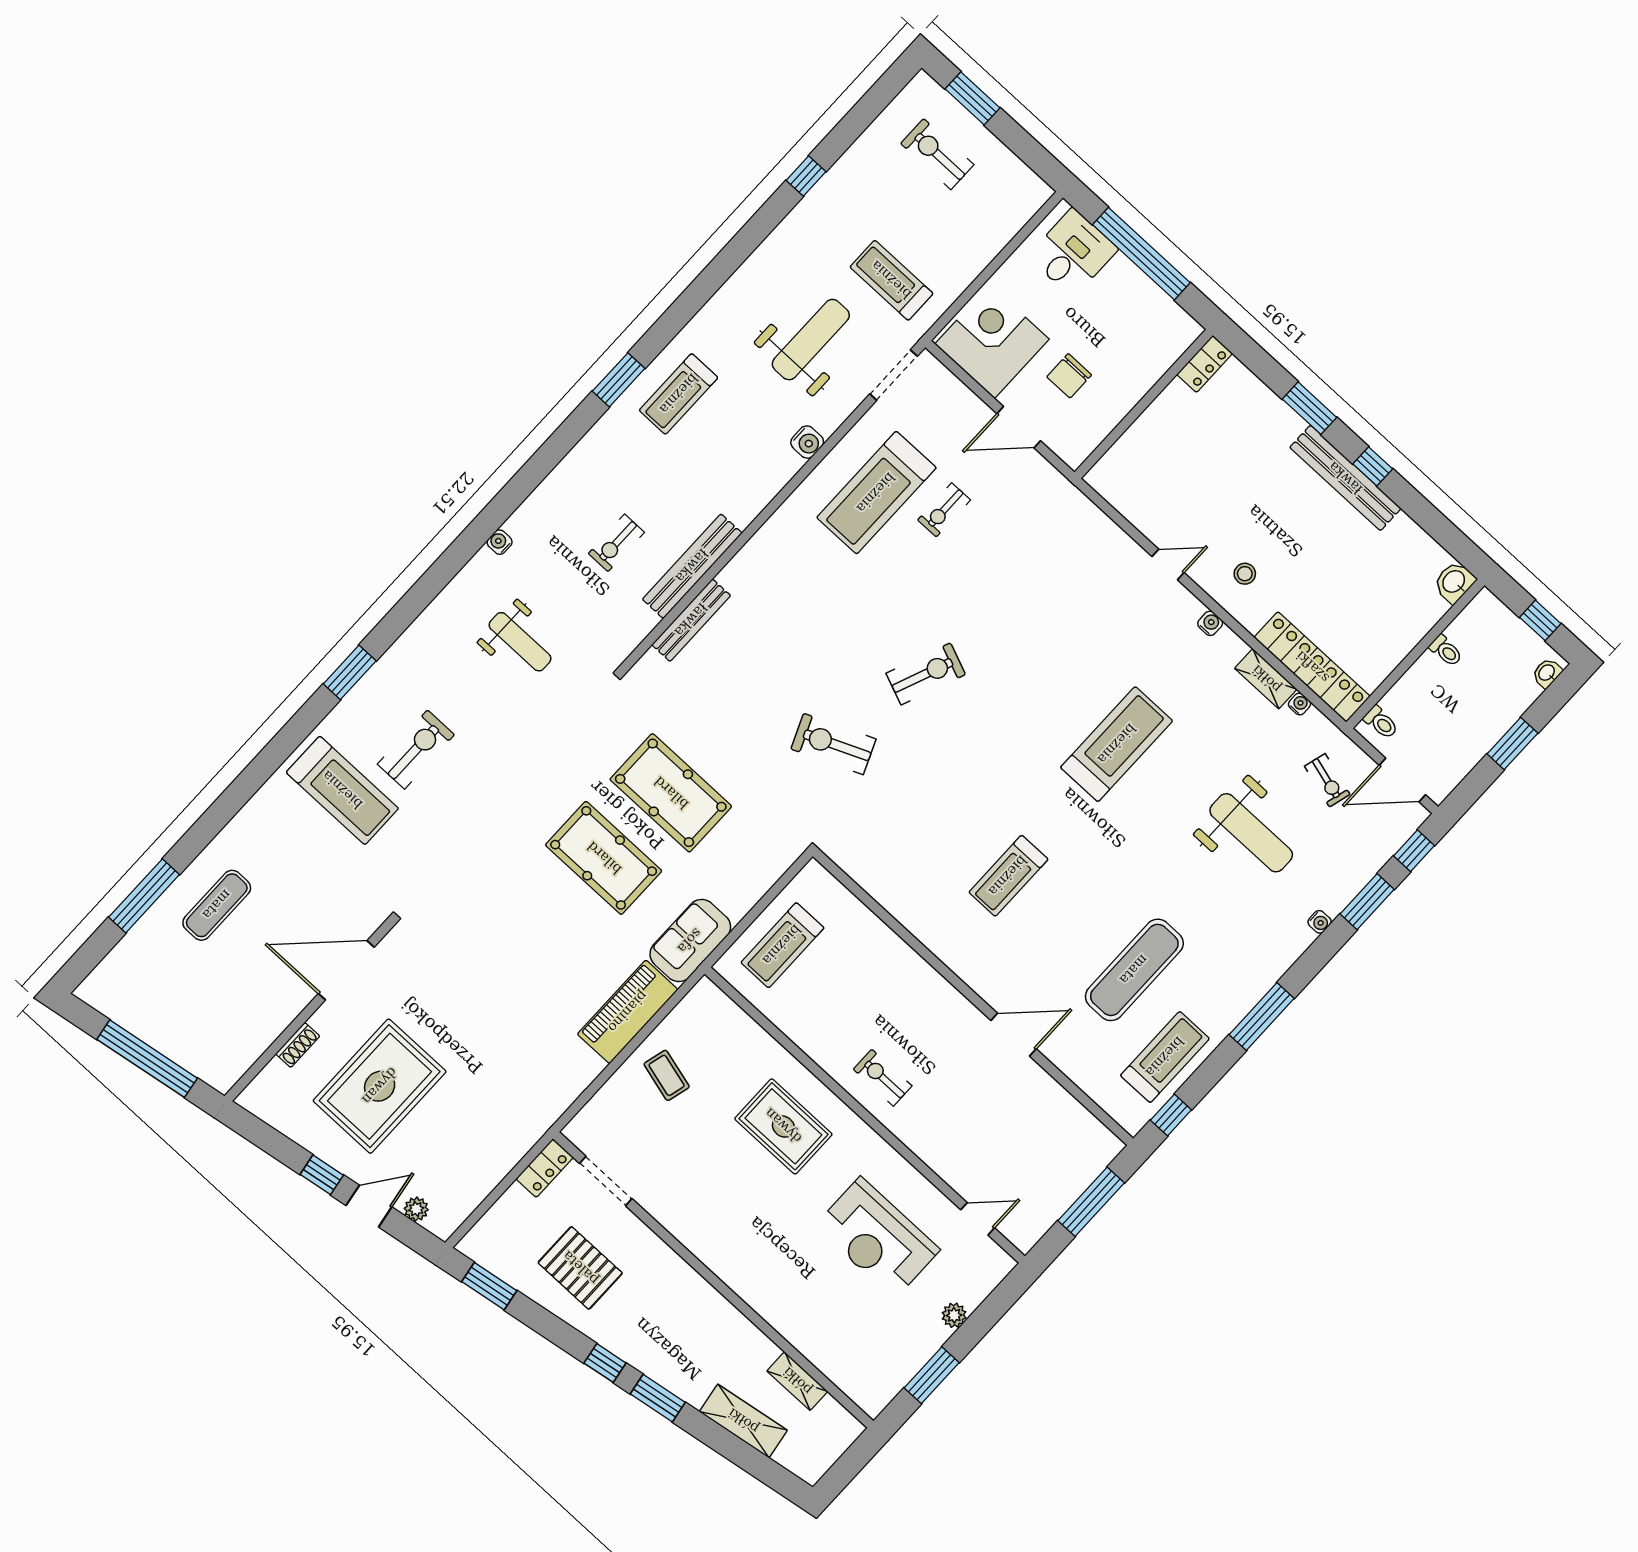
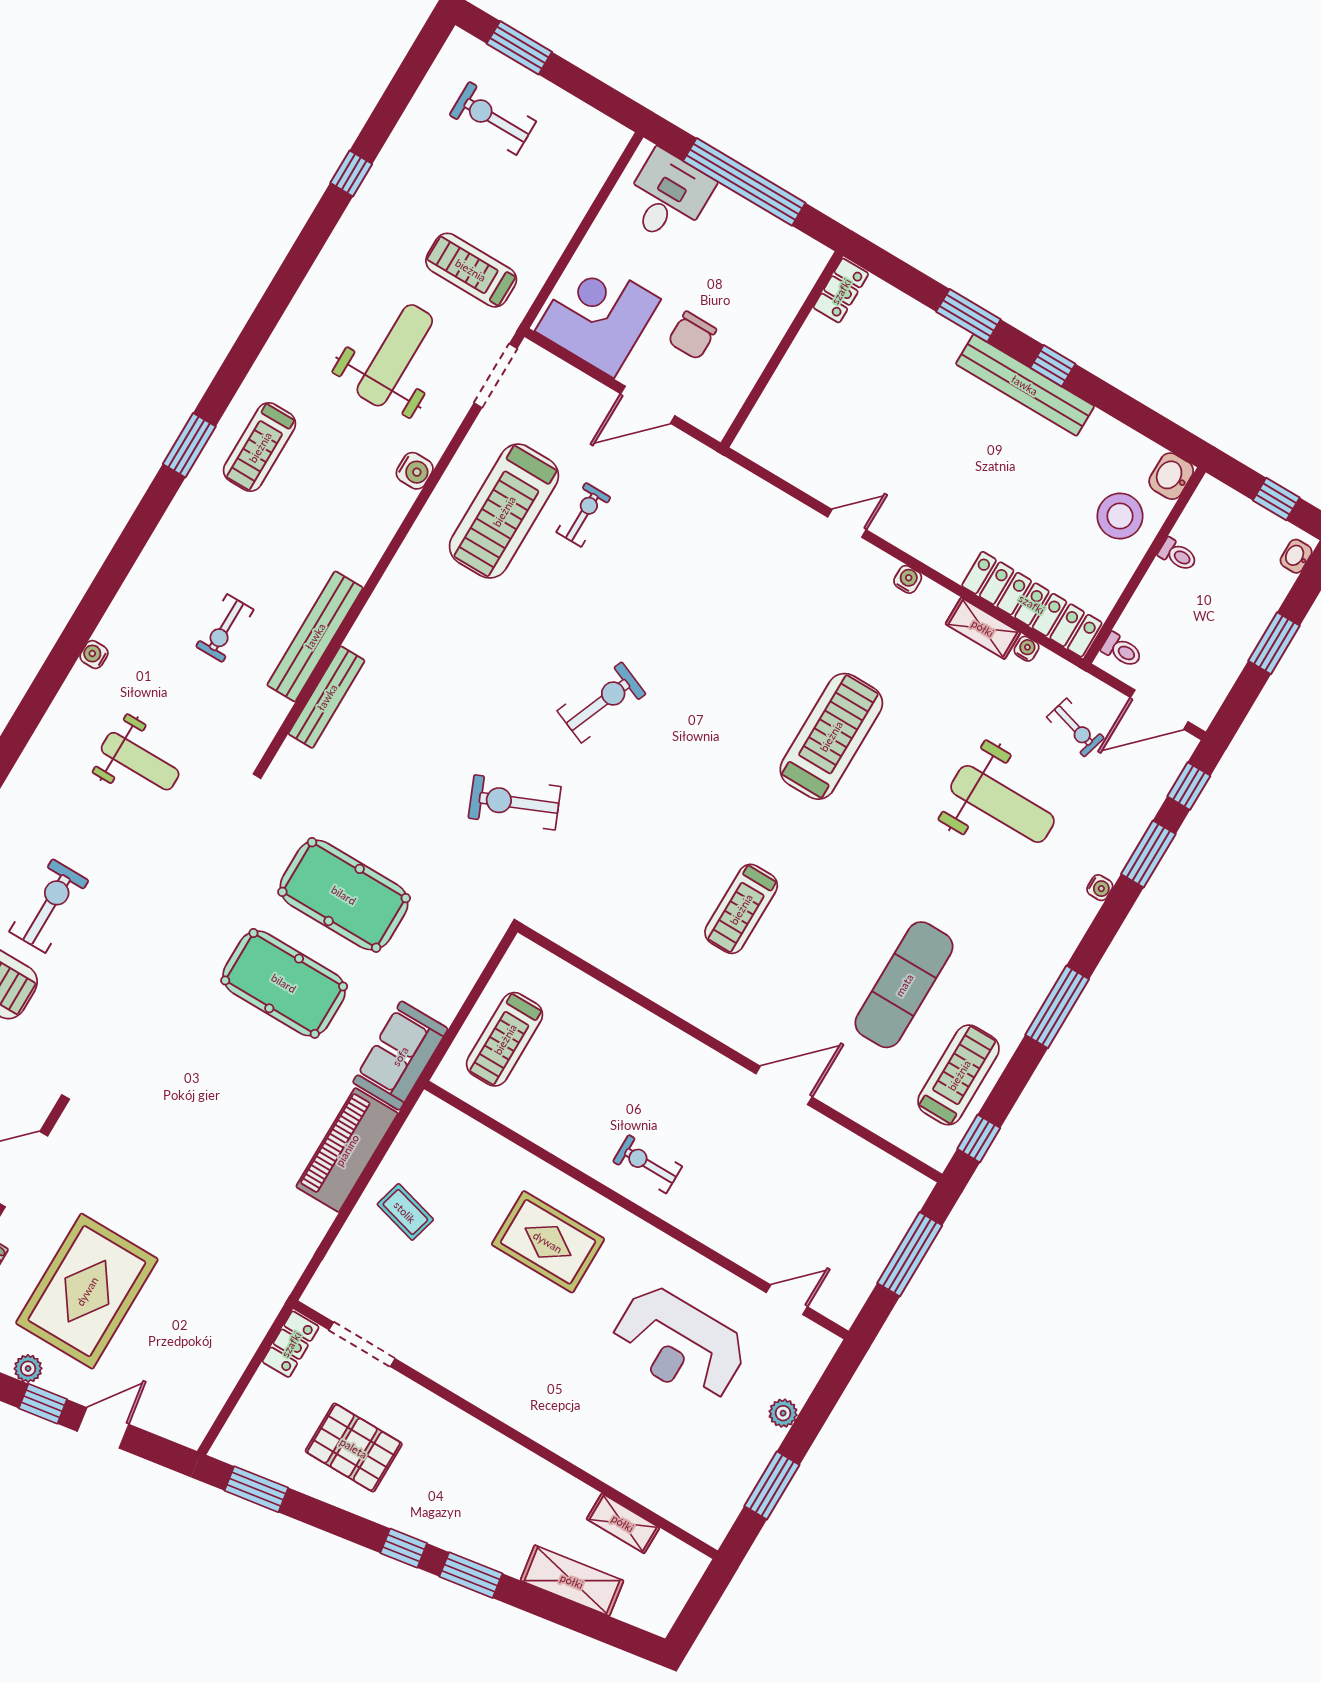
exercise bike: (944, 510) -> (584, 515), turned 180
stool: (1245, 574) -> (1120, 516), moved, width x1.89, depth x1.89
plant: (416, 1209) -> (28, 1369), moved

